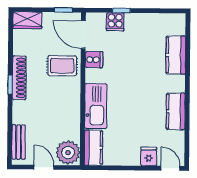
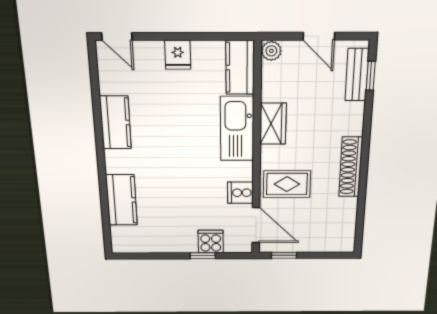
wardrobe: (27, 20) -> (273, 124), moved, turned 90
window: (10, 85) -> (371, 76), moved
plant: (68, 153) -> (271, 51), width x0.53, depth x0.53
fridge: (149, 156) -> (178, 55), moved

